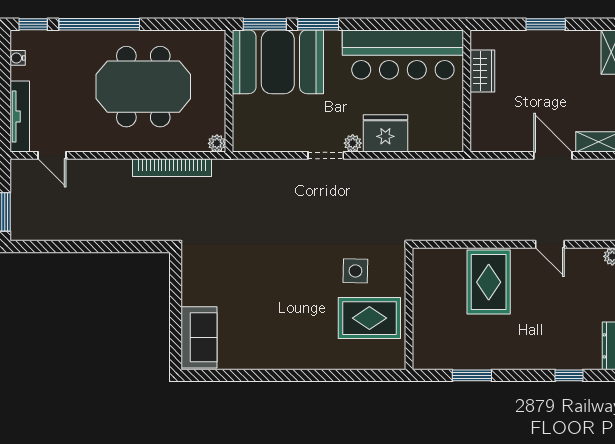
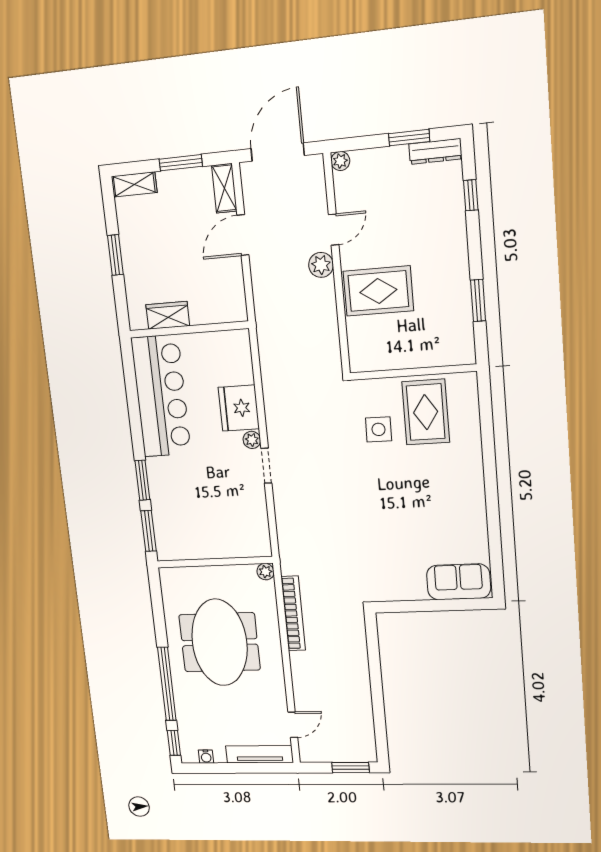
booth: (278, 62) -> (182, 517), removed
plant: (518, 229) -> (321, 265), added

